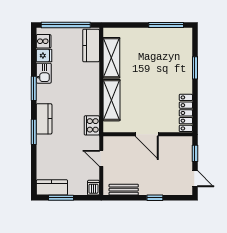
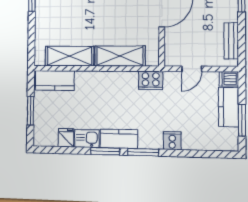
window: (66, 25) -> (30, 111), width x0.47
cooker: (44, 41) -> (172, 141), moved
kitchen counter: (44, 119) -> (119, 139), moved
window: (34, 132) -> (143, 152), moved
kitchen counter: (52, 187) -> (229, 107), moved

